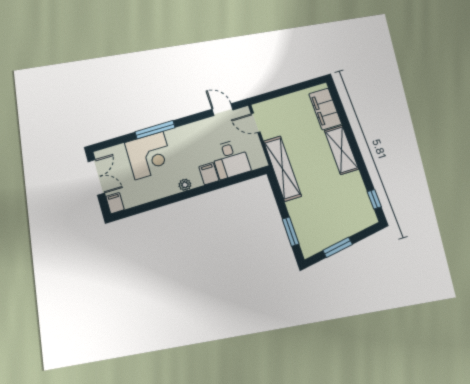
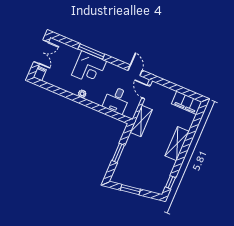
filing cabinet: (325, 109) -> (187, 103), moved, turned -90
corner desk: (149, 155) -> (89, 68), moved
shelving: (282, 168) -> (141, 121), width x0.68
filing cabinet: (209, 174) -> (99, 98), removed
window: (291, 231) -> (118, 153), moved

